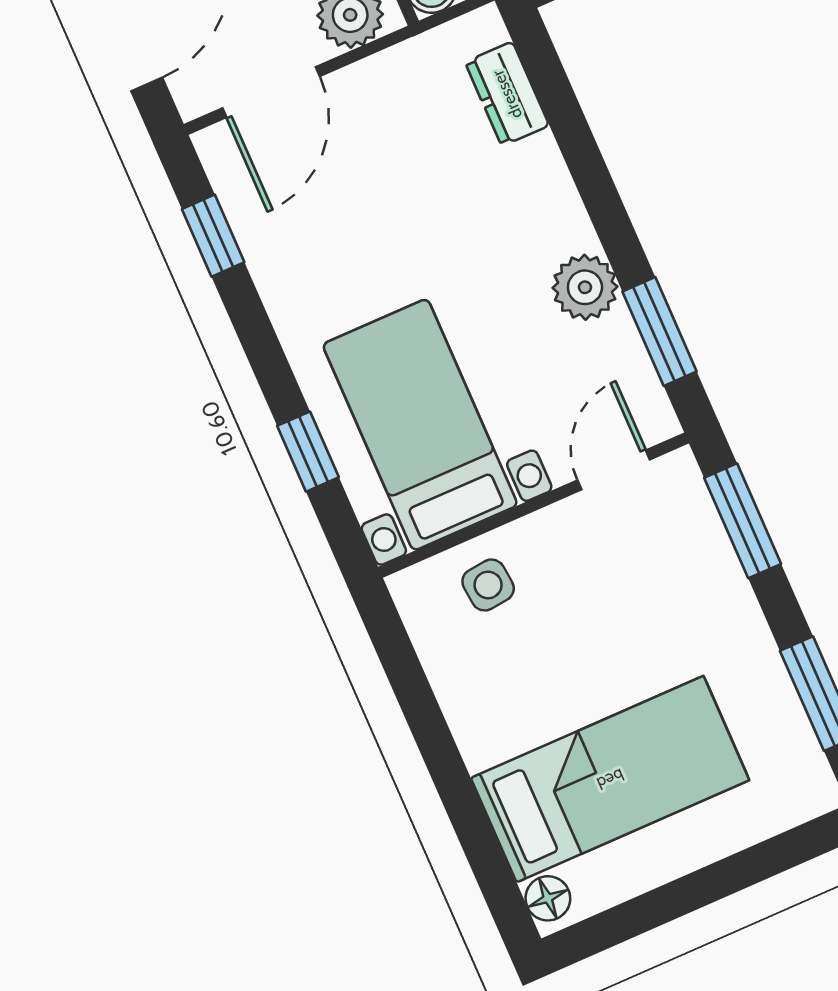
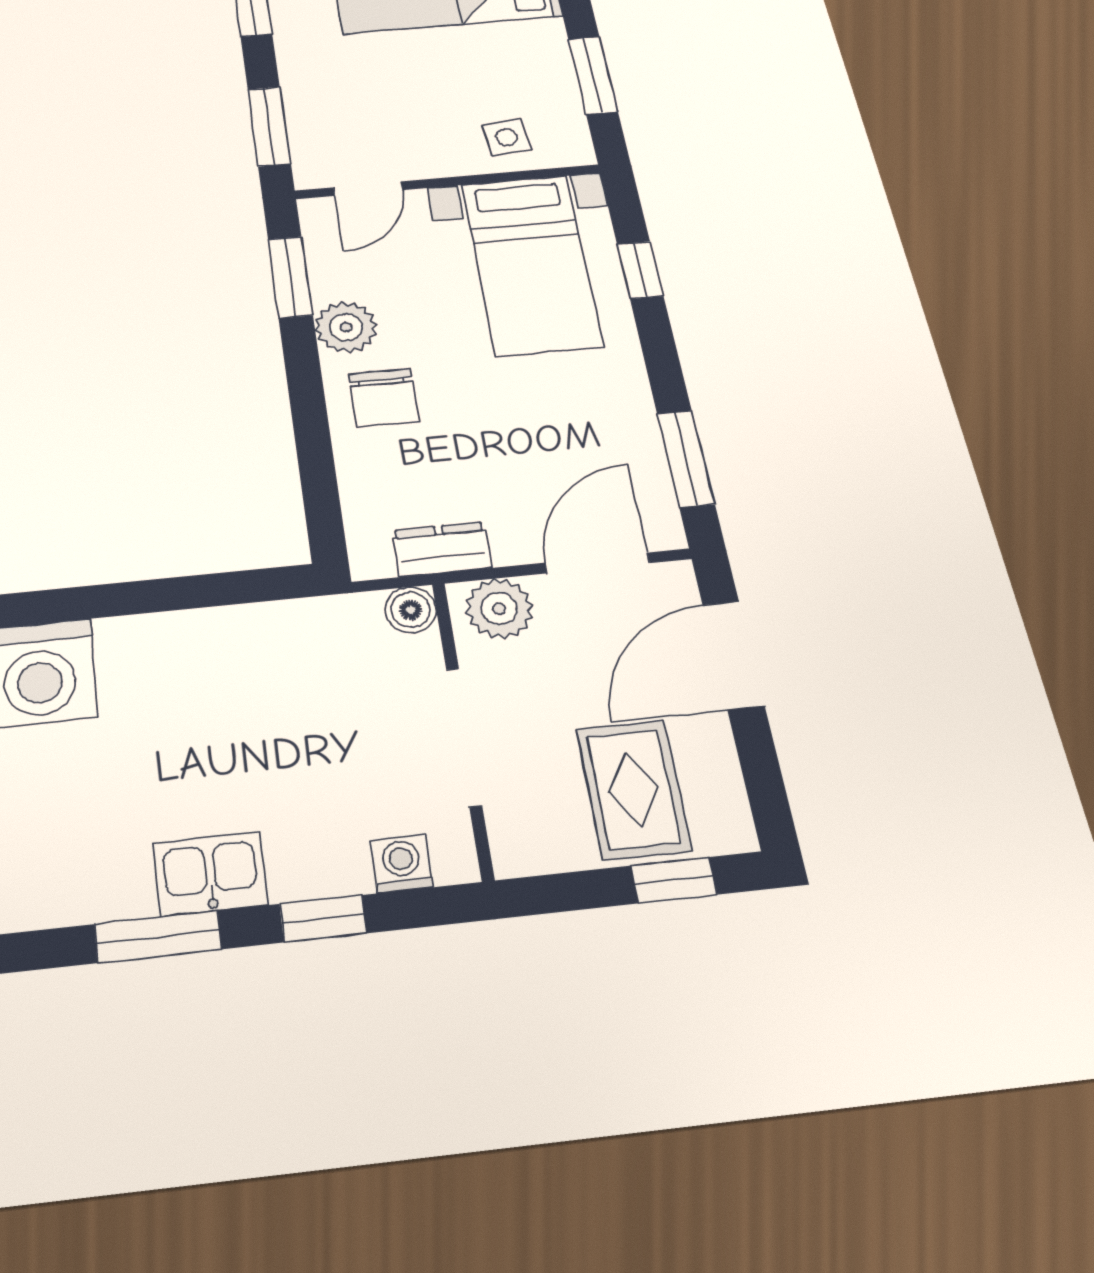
dresser: (507, 94) -> (442, 549), moved, turned -90
chair: (523, 215) -> (384, 398), added
window: (213, 236) -> (686, 459), width x1.50
window: (418, 701) -> (593, 75), added

